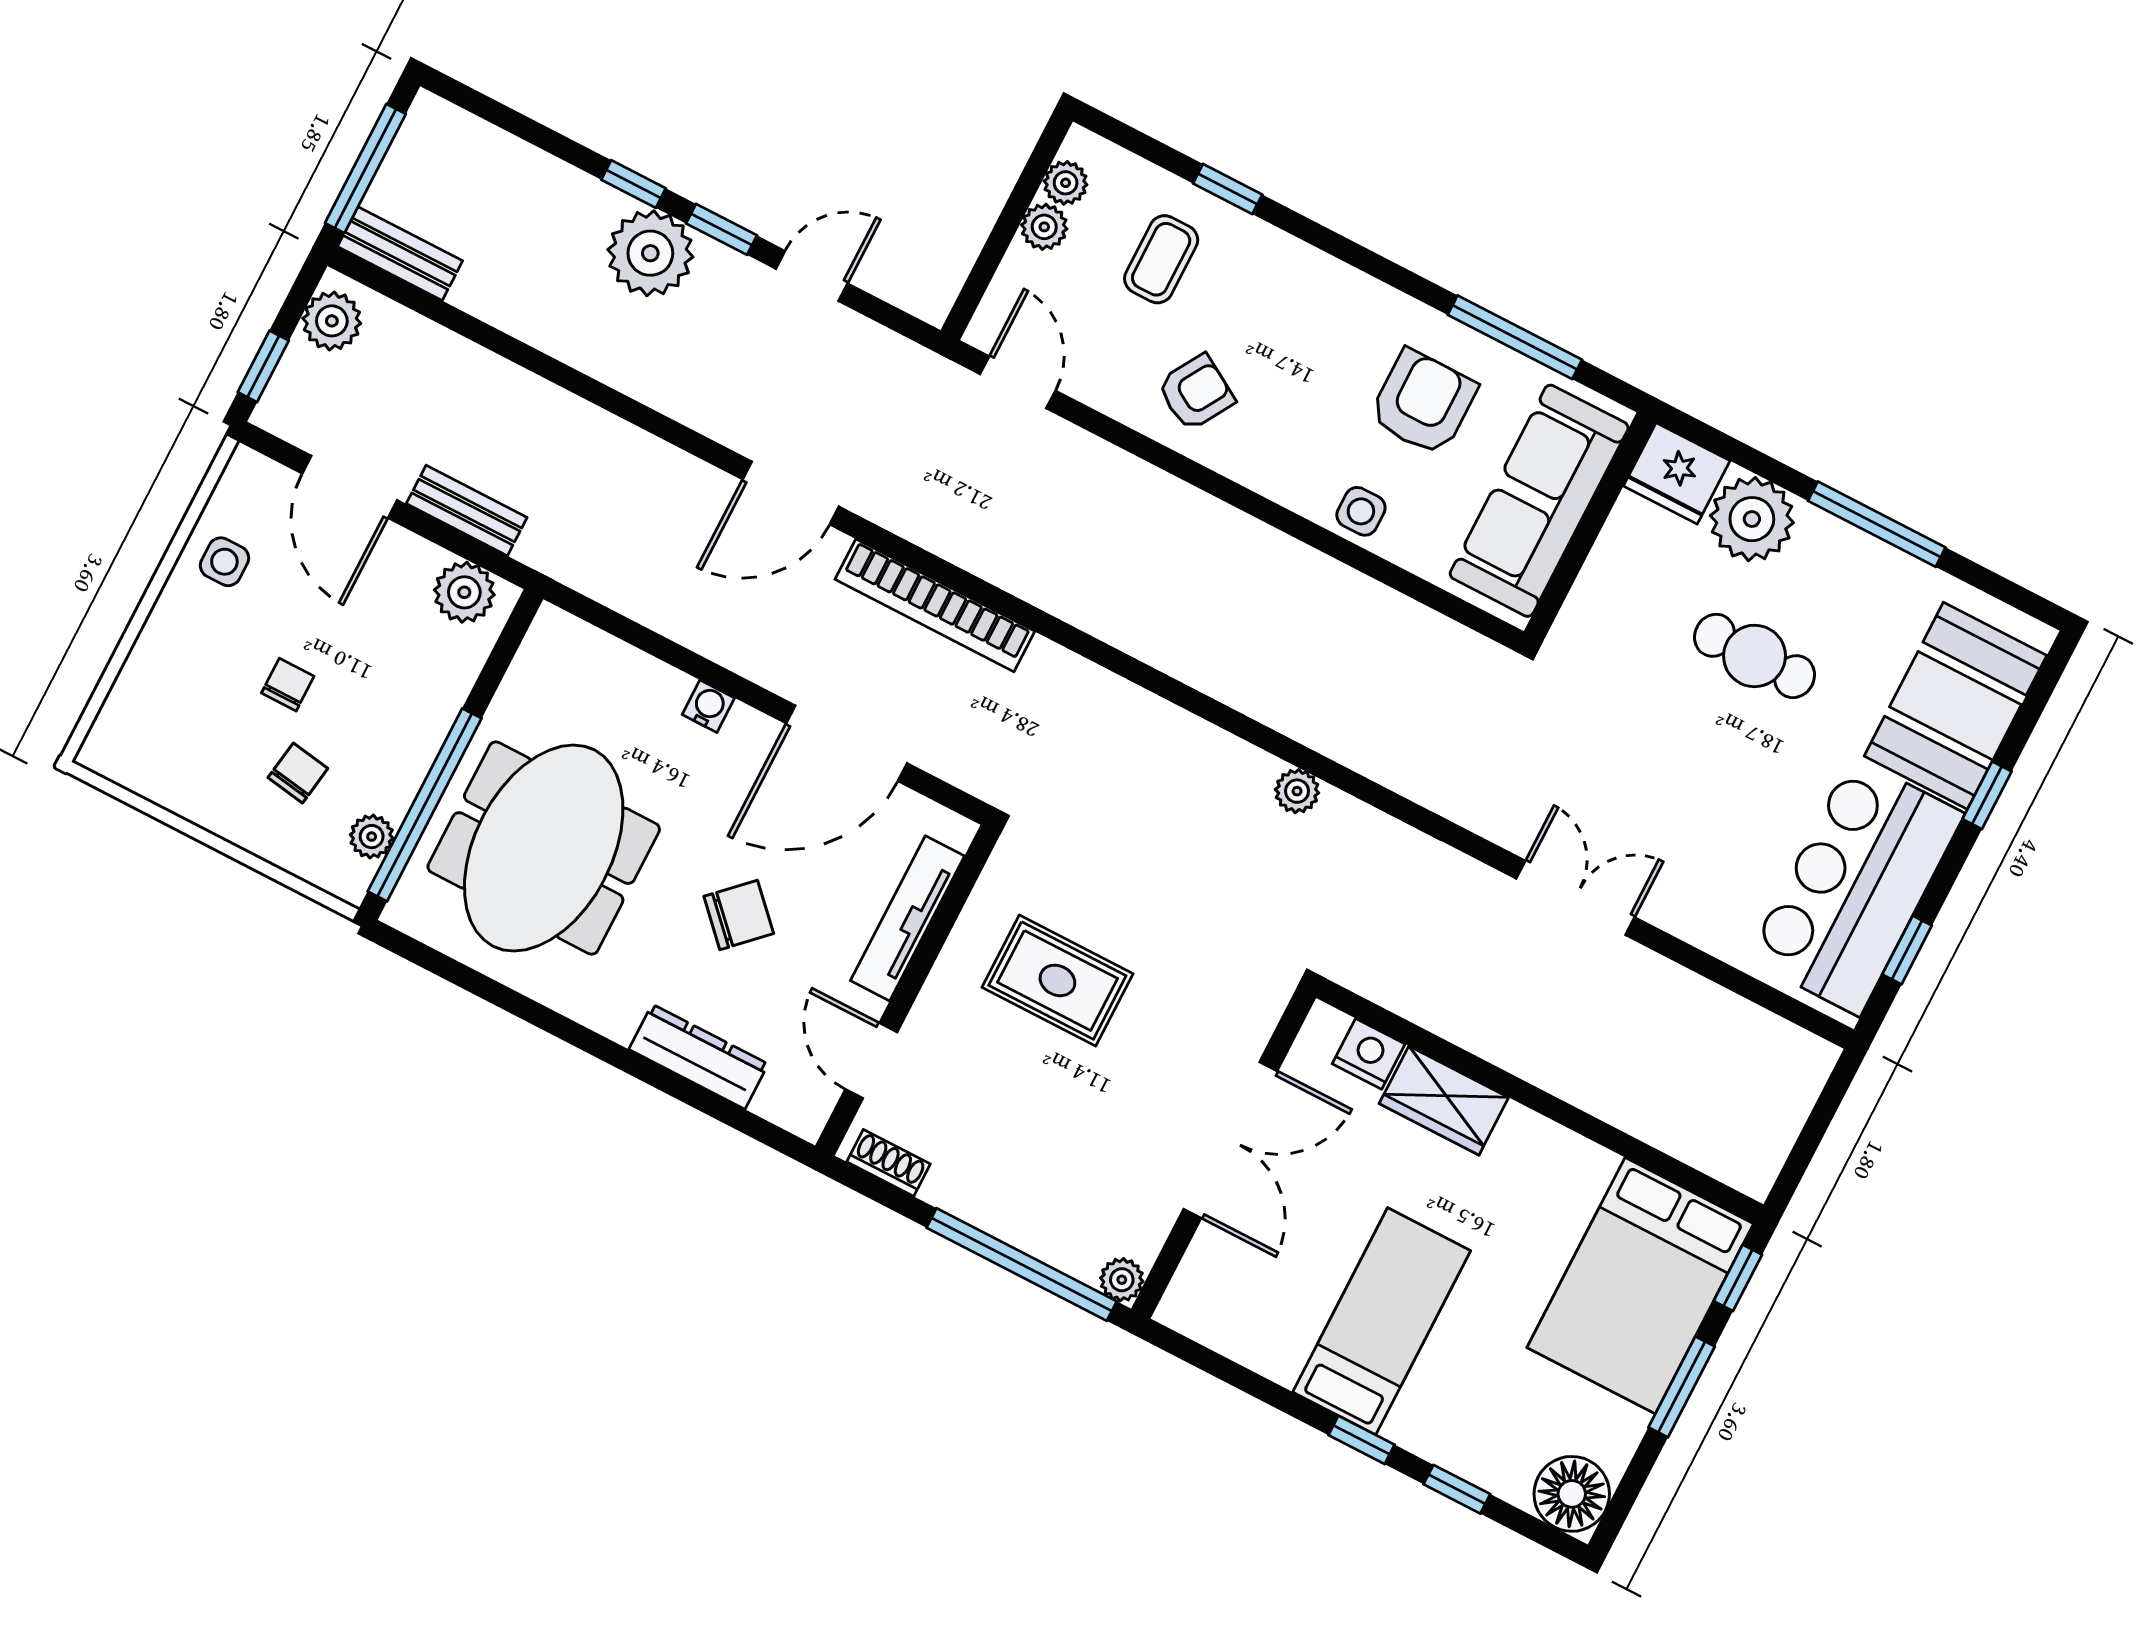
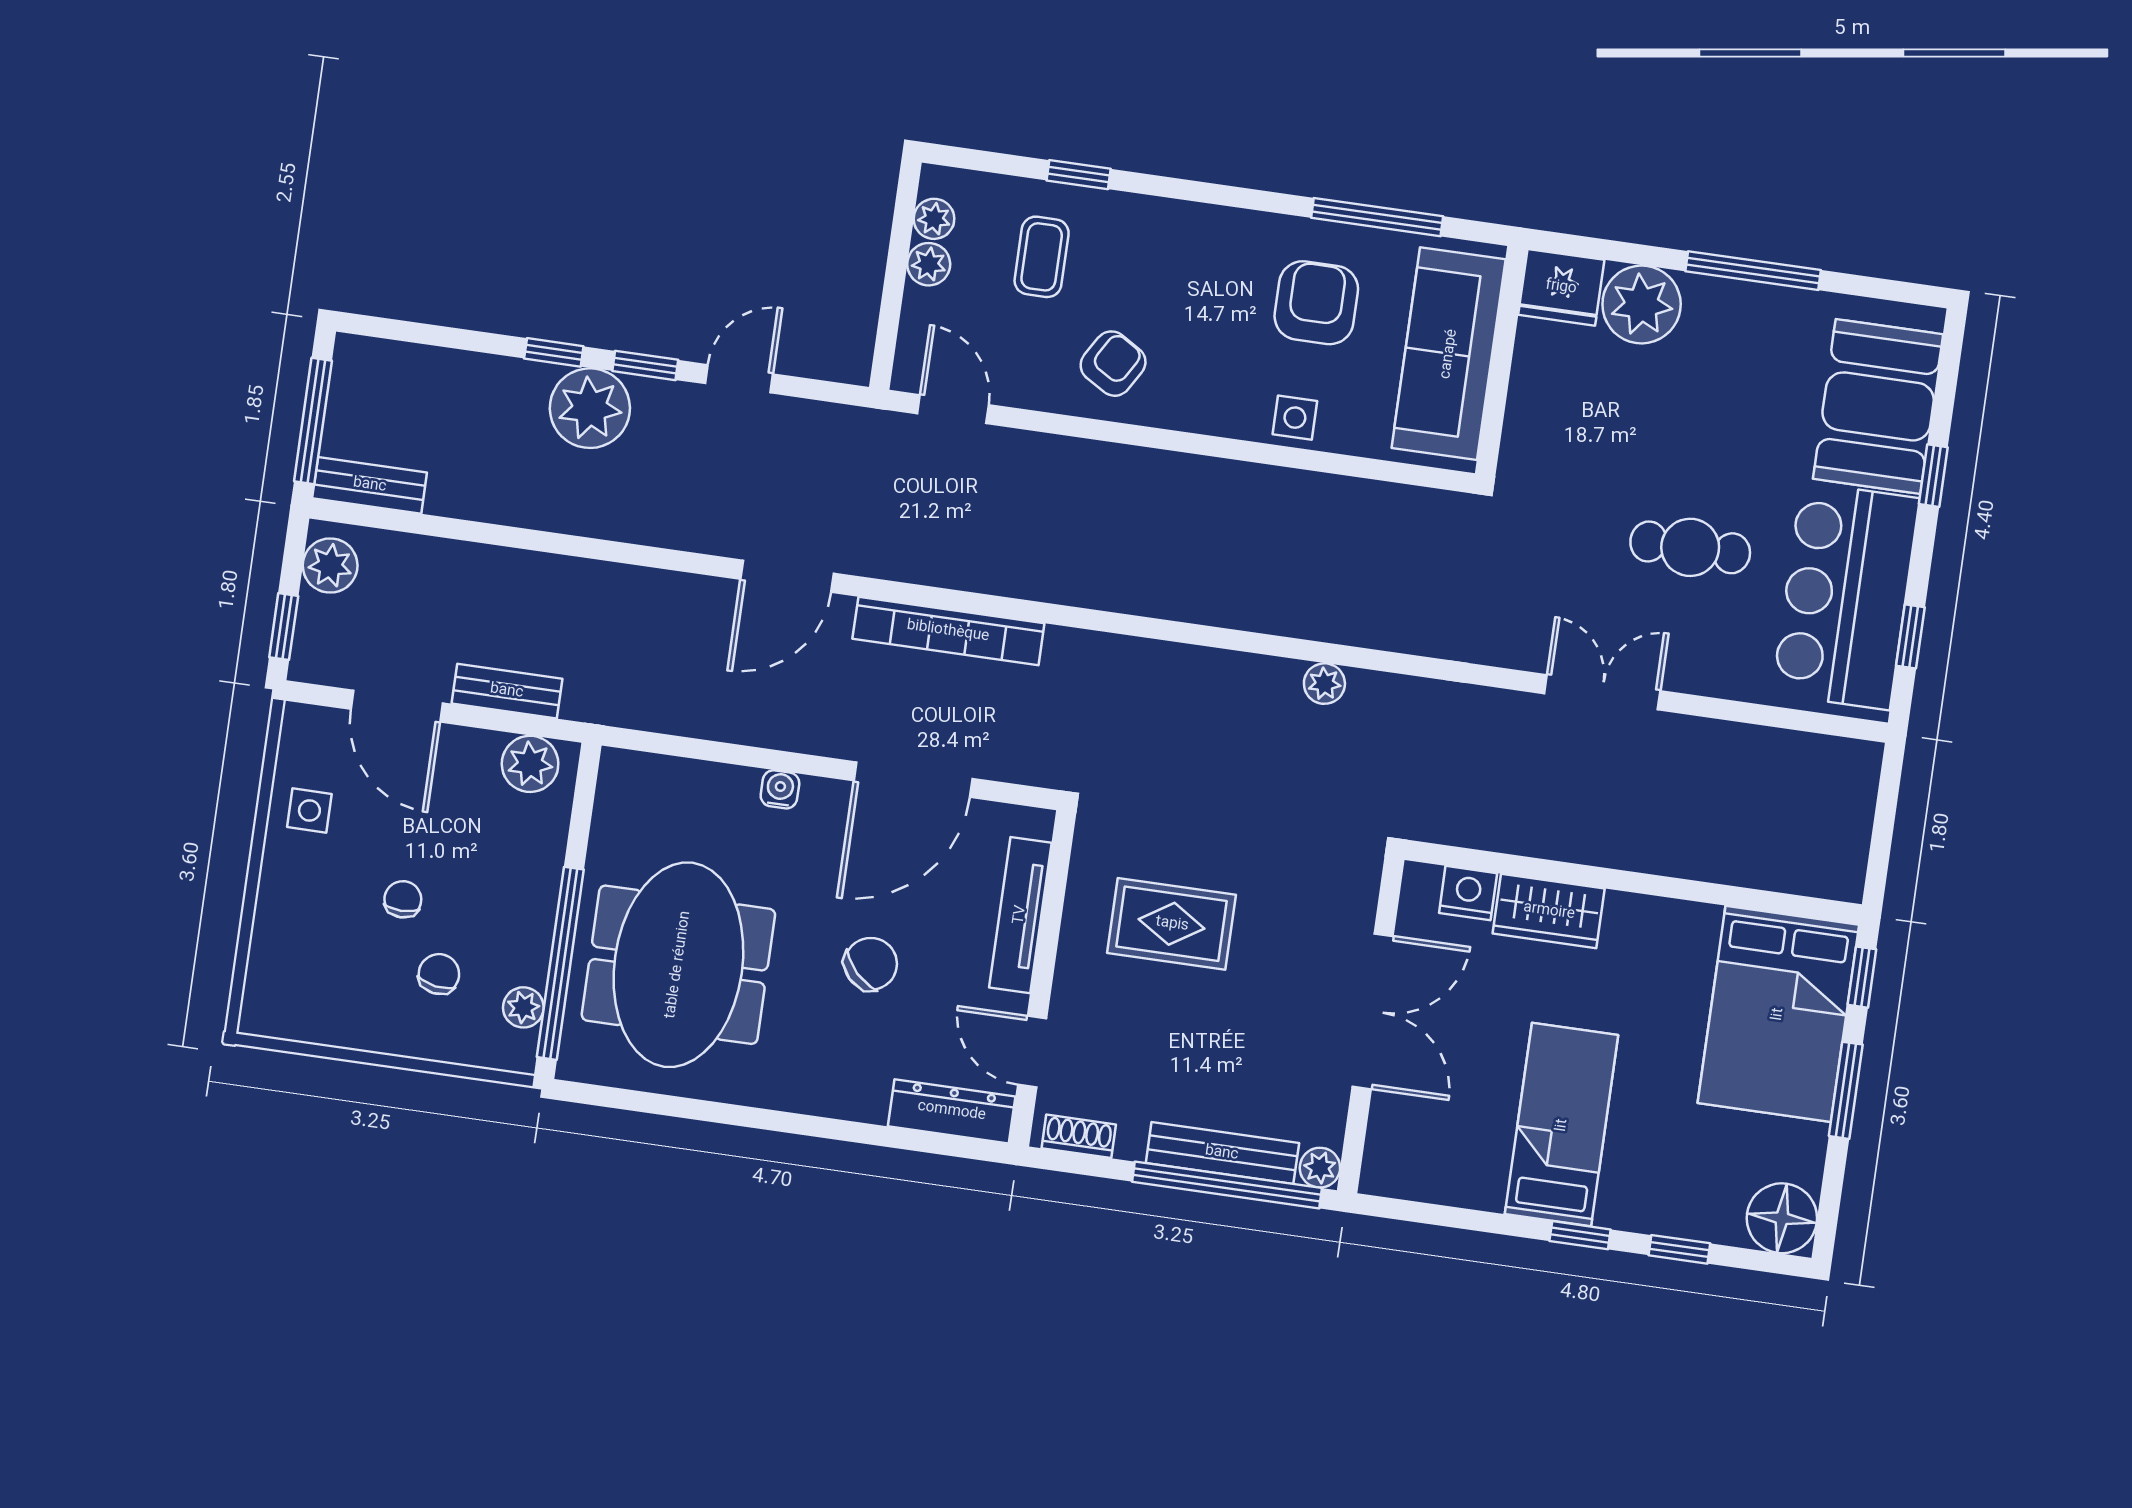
cafe table: (1755, 656) -> (1690, 547), moved
dresser: (699, 1057) -> (952, 1111), moved
bench: (1028, 1230) -> (1222, 1153), added

